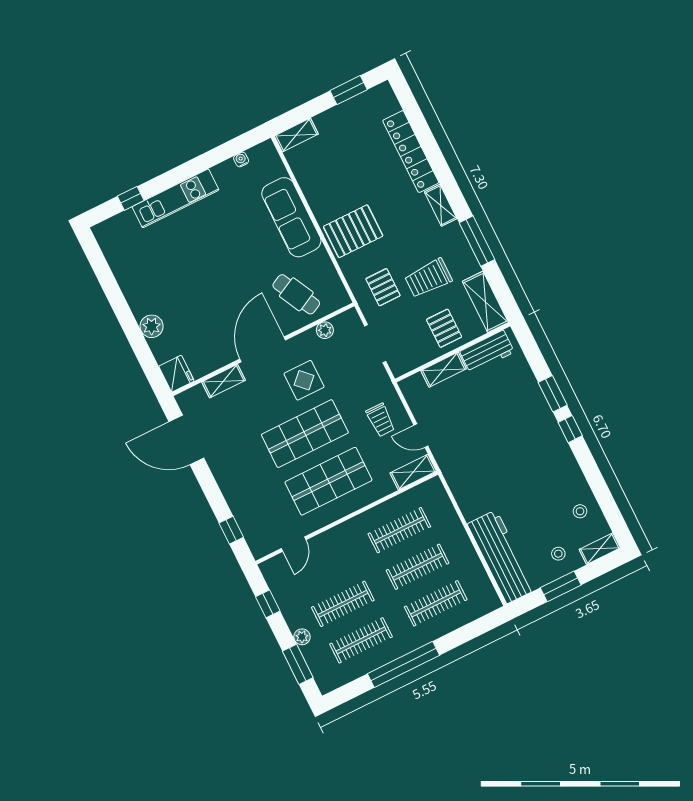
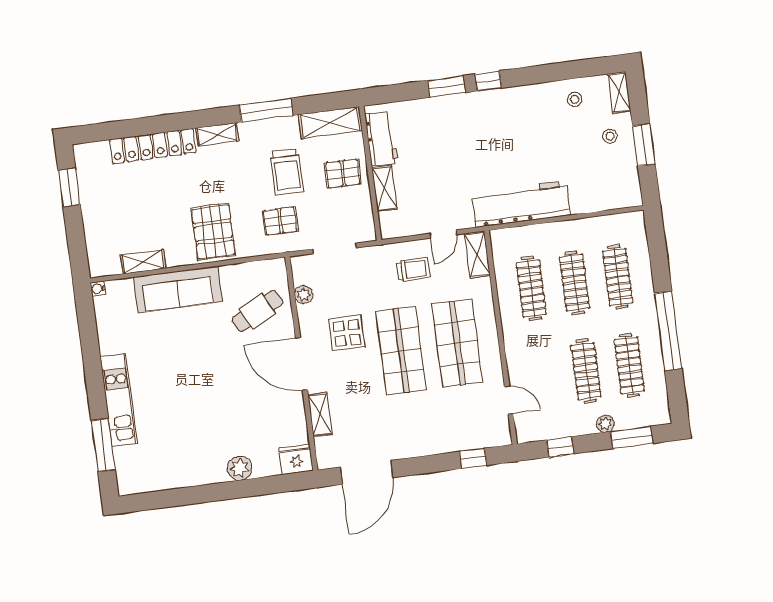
shelving: (296, 135) -> (143, 262), moved, turned 90
water cooler: (241, 160) -> (98, 289), moved
window: (131, 198) -> (103, 445), width x2.17
workbench: (501, 557) -> (520, 204), moved

